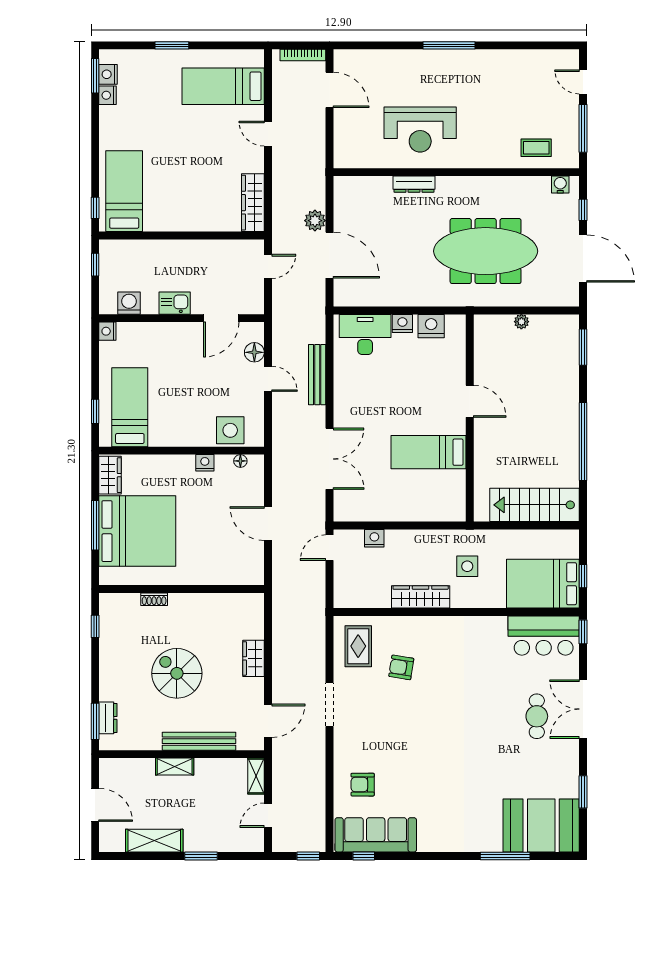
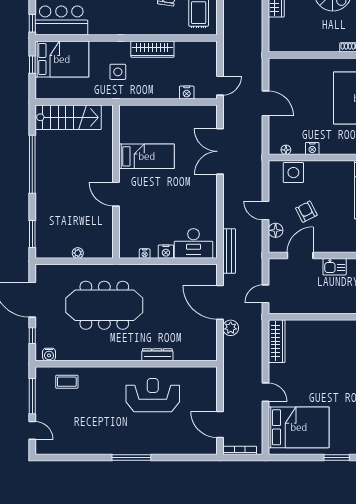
bed: (223, 86) -> (299, 427), width x1.50
nightstand: (431, 326) -> (145, 254), width x0.53, depth x0.56
bench: (317, 375) -> (229, 251), moved
armchair: (213, 377) -> (306, 212), added

